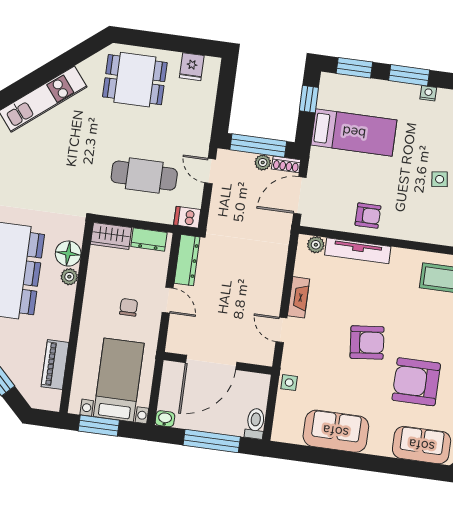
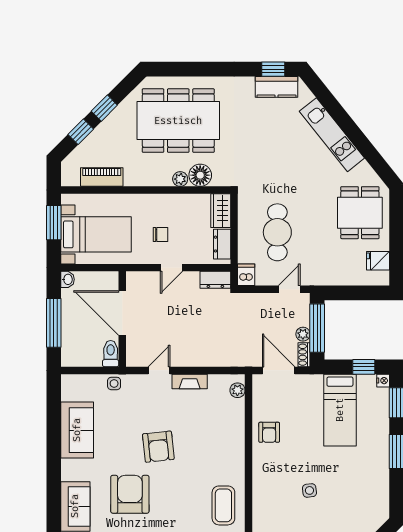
nightstand: (428, 93) -> (383, 381), moved
tv unit: (358, 251) -> (237, 428), removed
dresser: (187, 260) -> (215, 280), width x0.70
toilet: (255, 424) -> (111, 354), moved, turned -90

